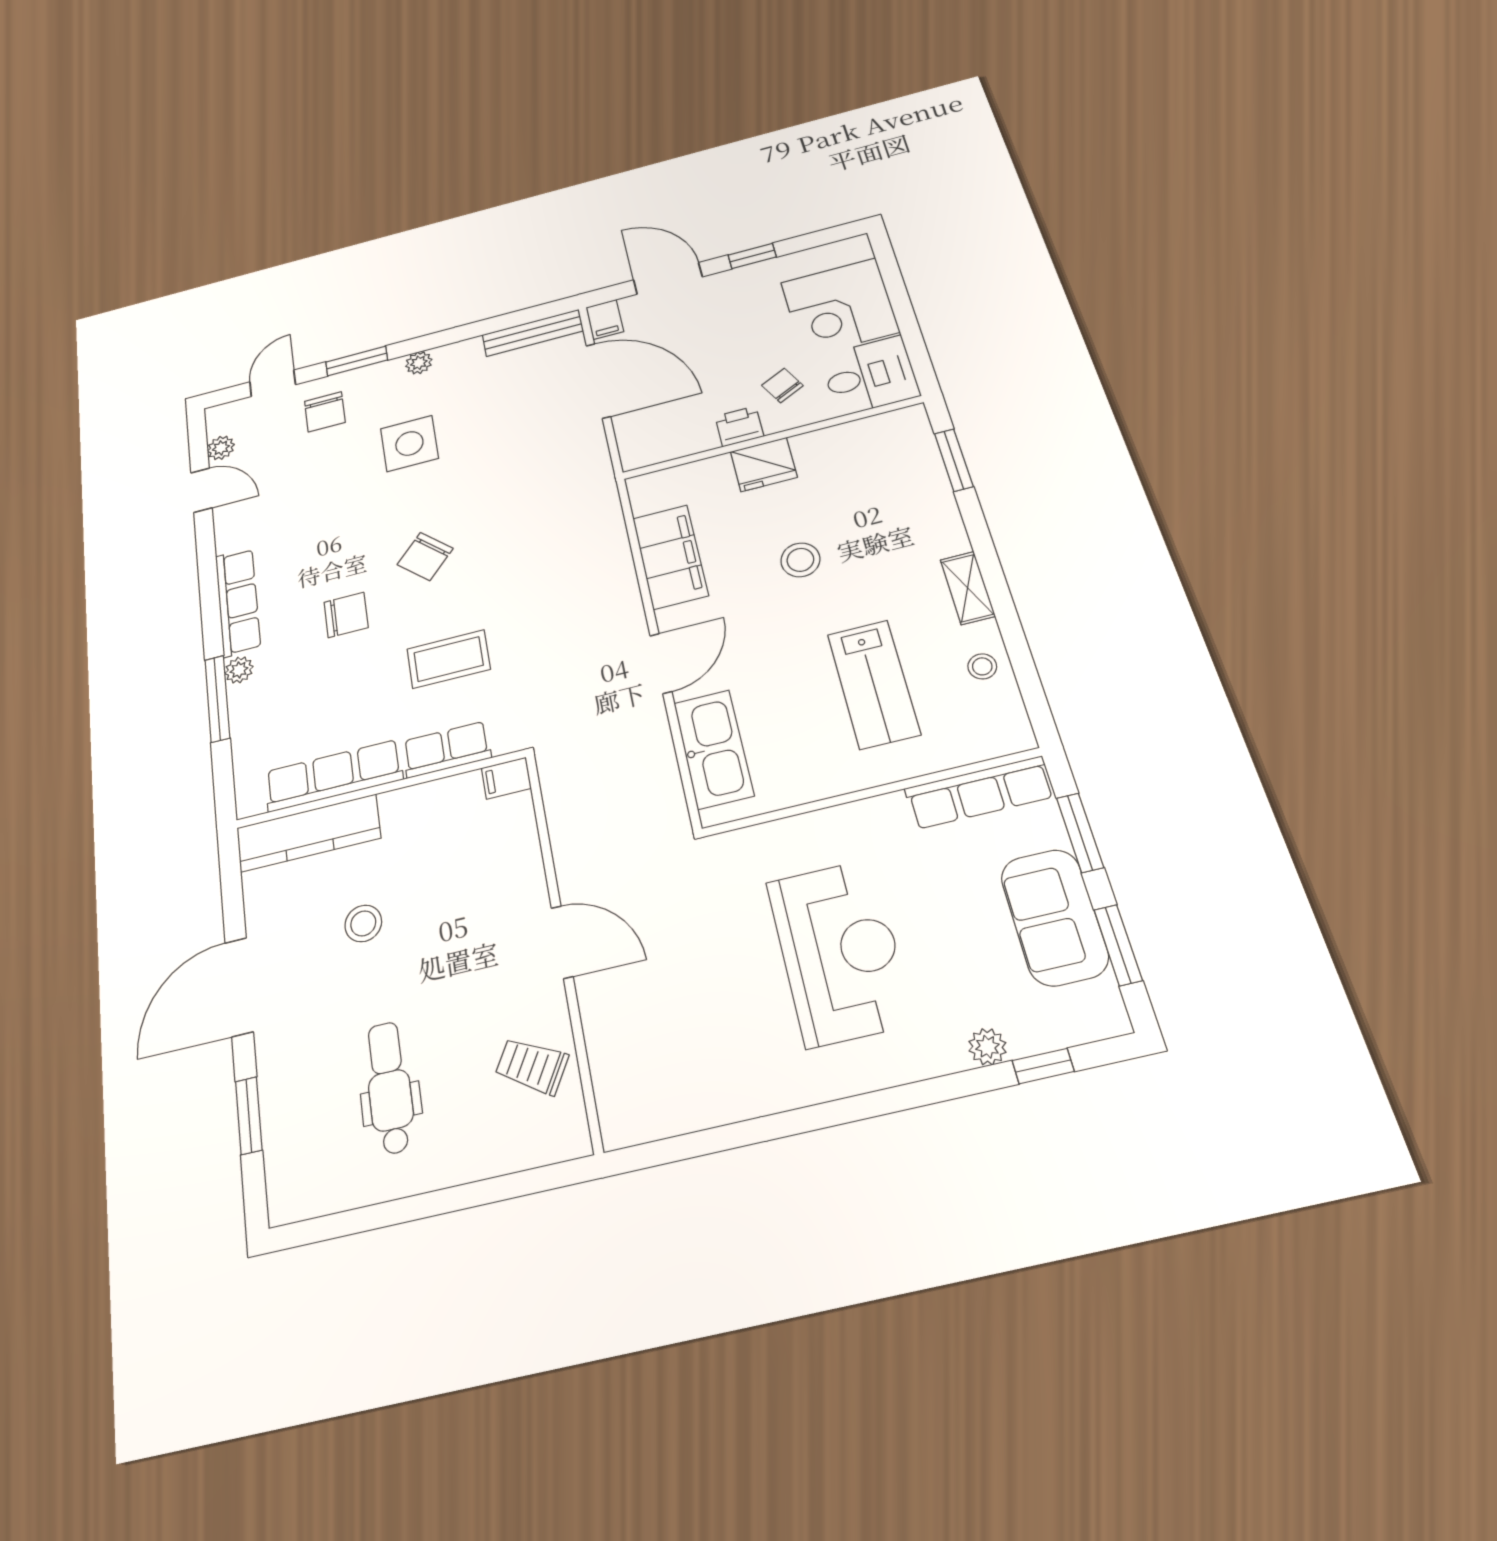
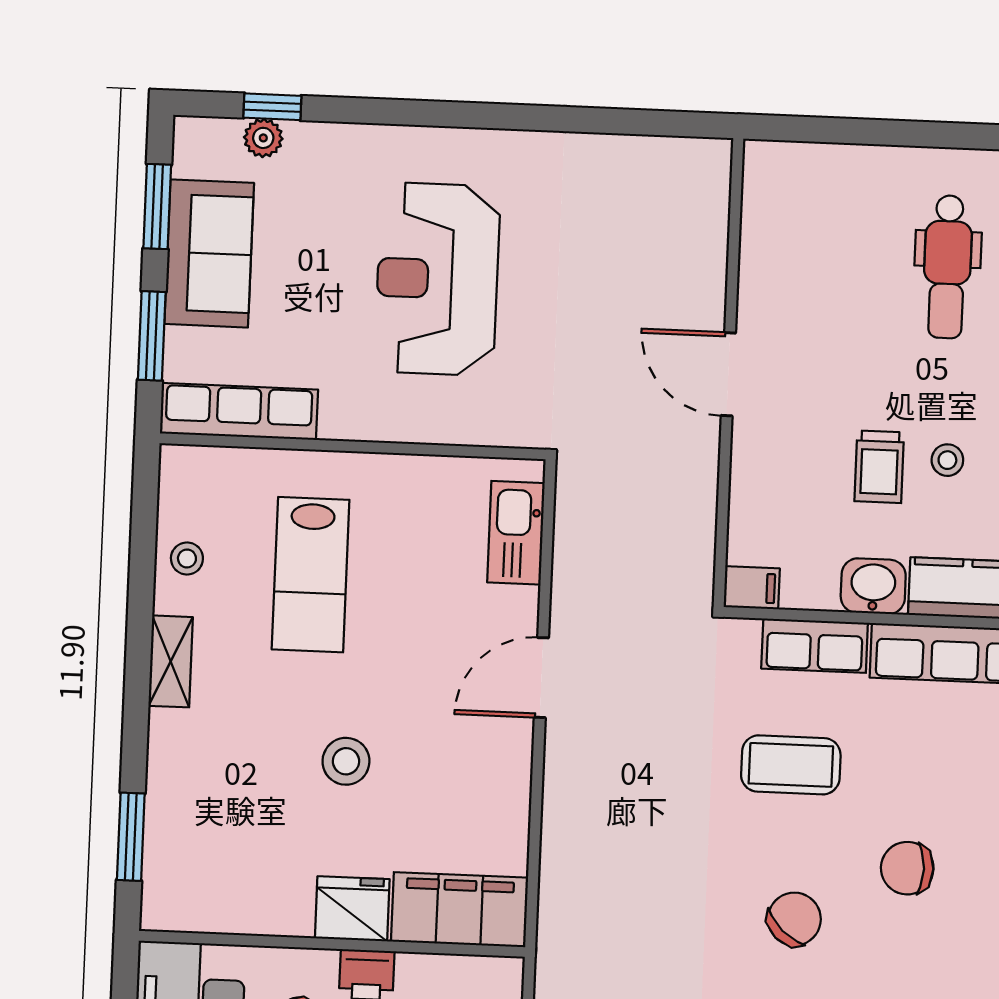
filing cabinet: (670, 557) -> (459, 910), moved, turned 90
lab bench: (874, 684) -> (311, 575), turned 180
kitchen sink: (713, 749) -> (516, 533), width x0.73, depth x0.81
washbasin: (408, 807) -> (873, 586), added
stool: (363, 923) -> (947, 460), width x0.73, depth x0.73
plant: (987, 1047) -> (263, 138), moved
trolley: (532, 1066) -> (879, 467), moved, turned 60

